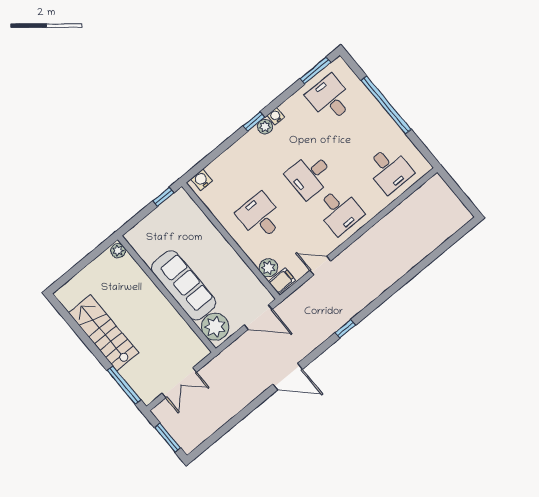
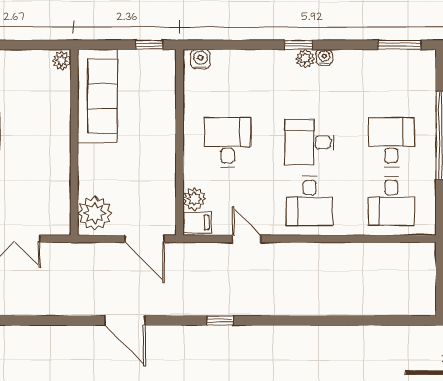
desk: (330, 98) -> (391, 142), moved
sofa: (183, 285) -> (97, 96), moved

